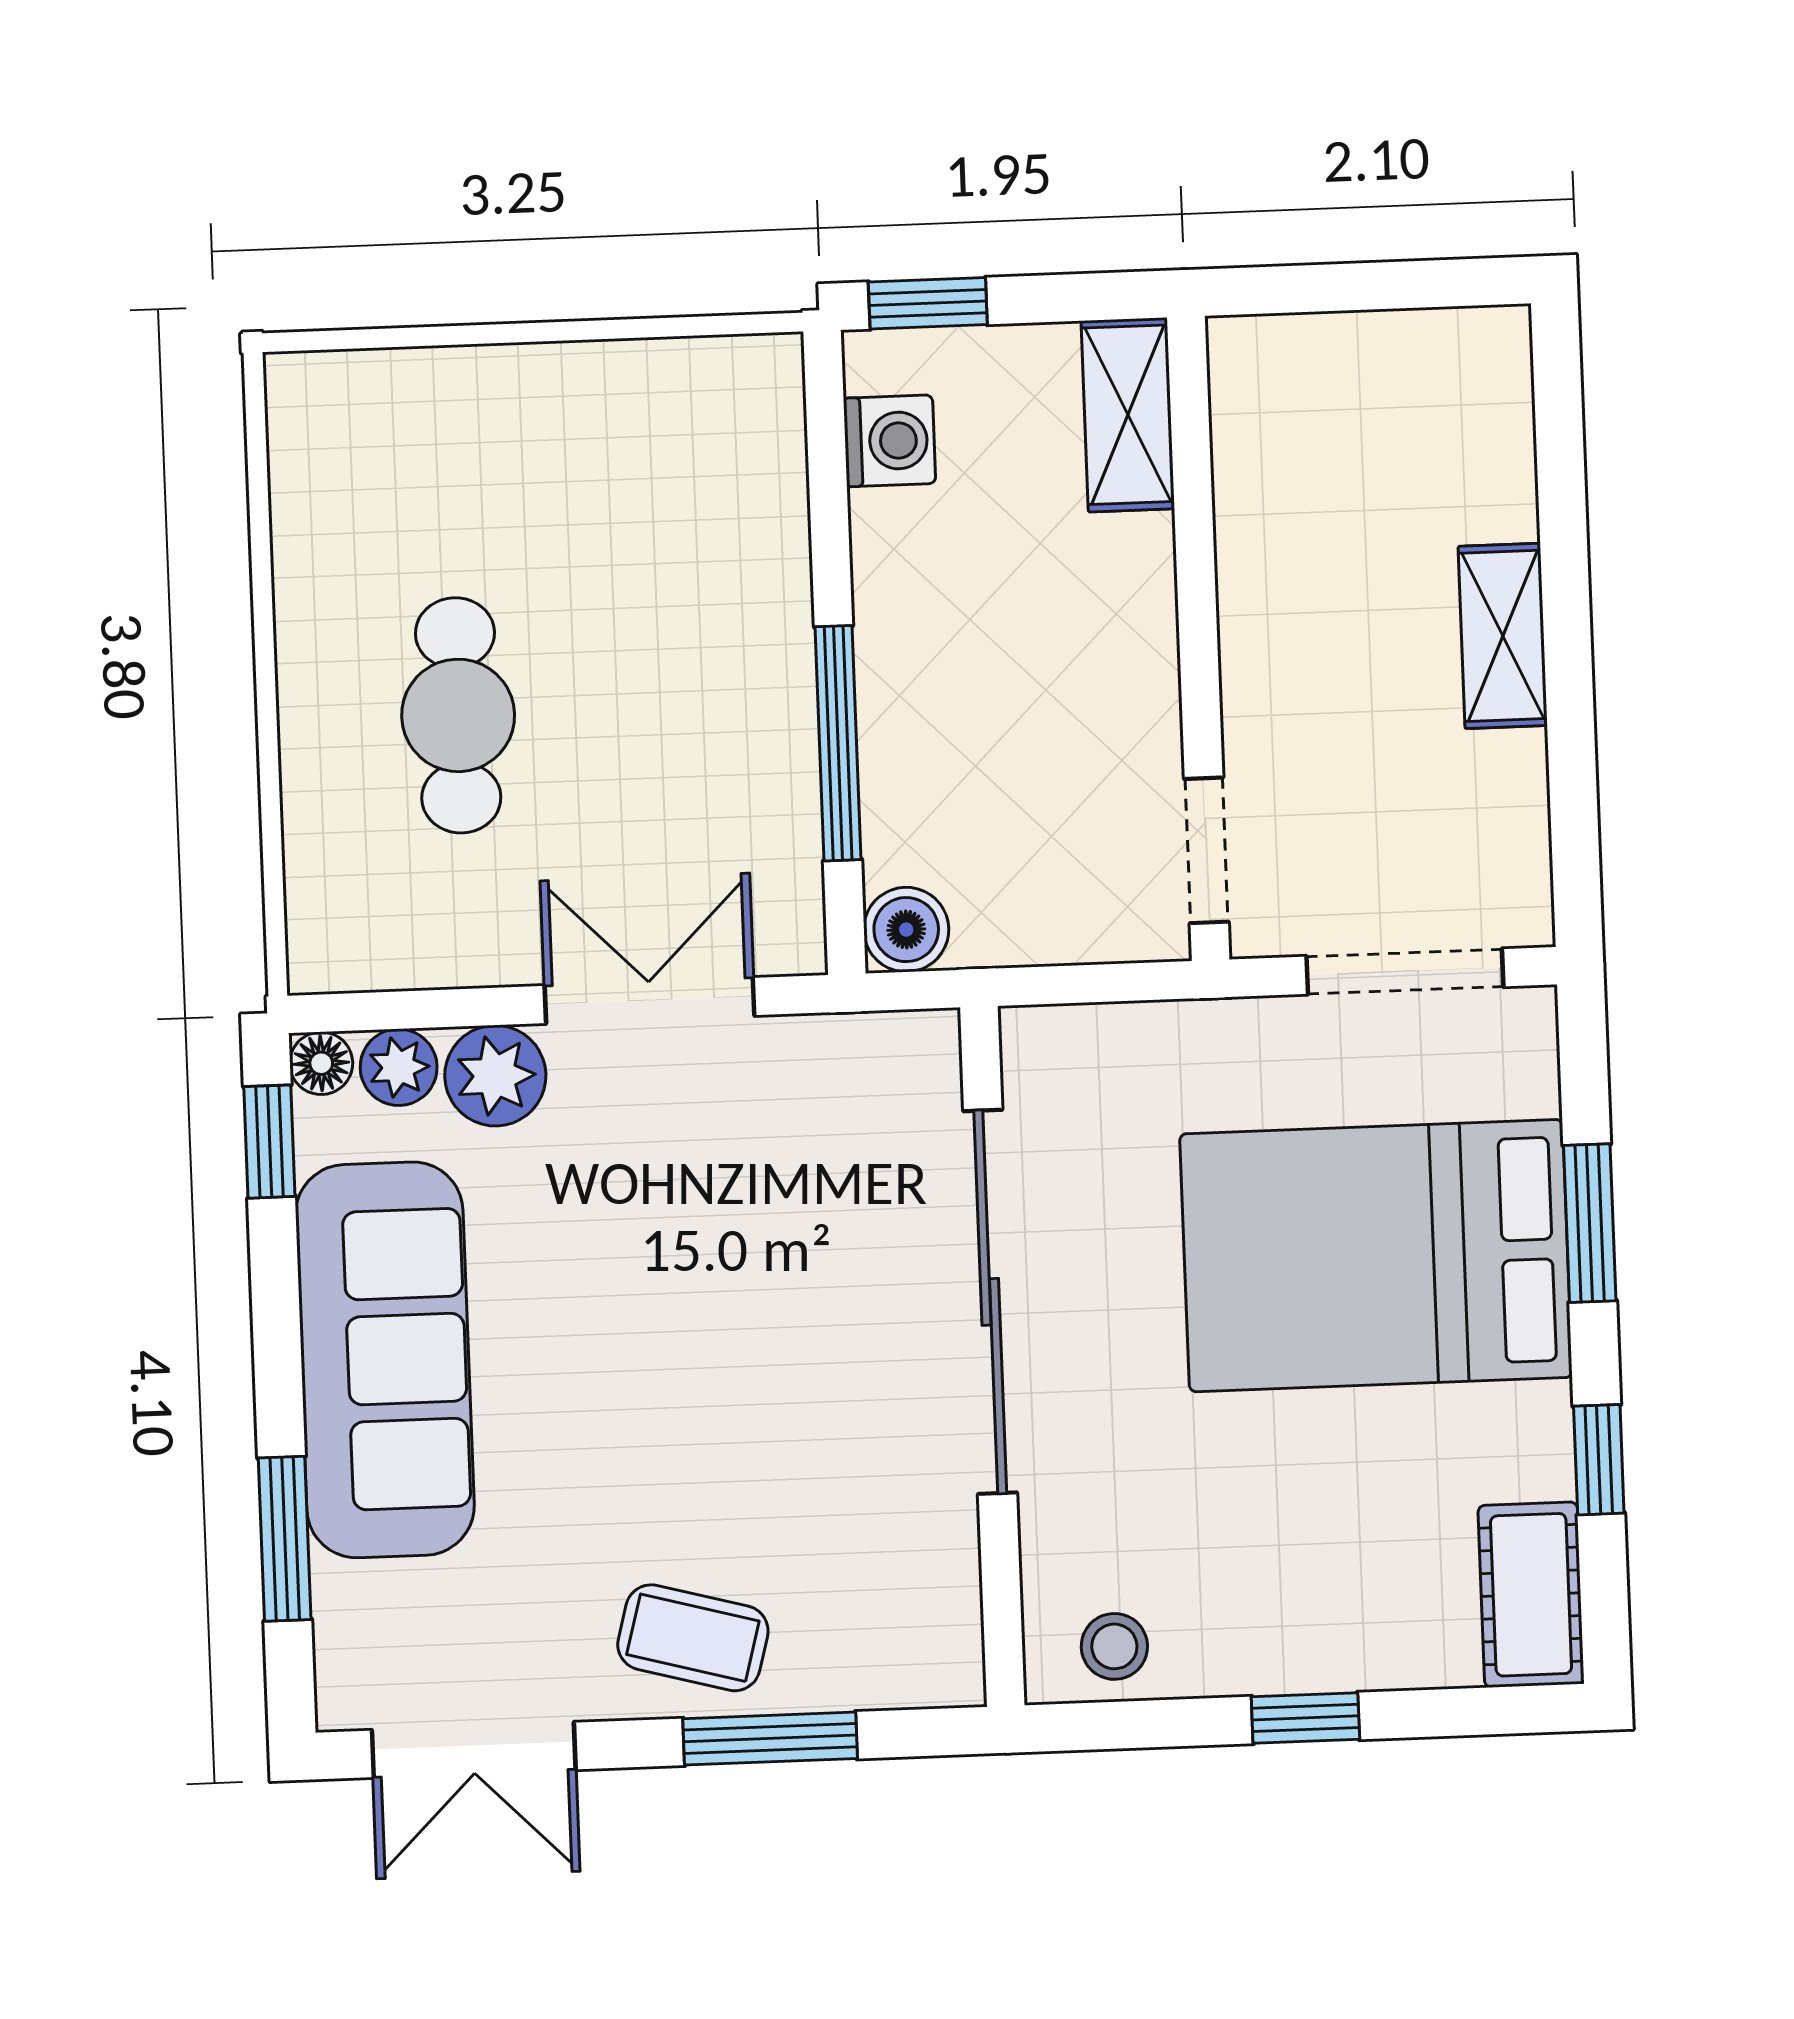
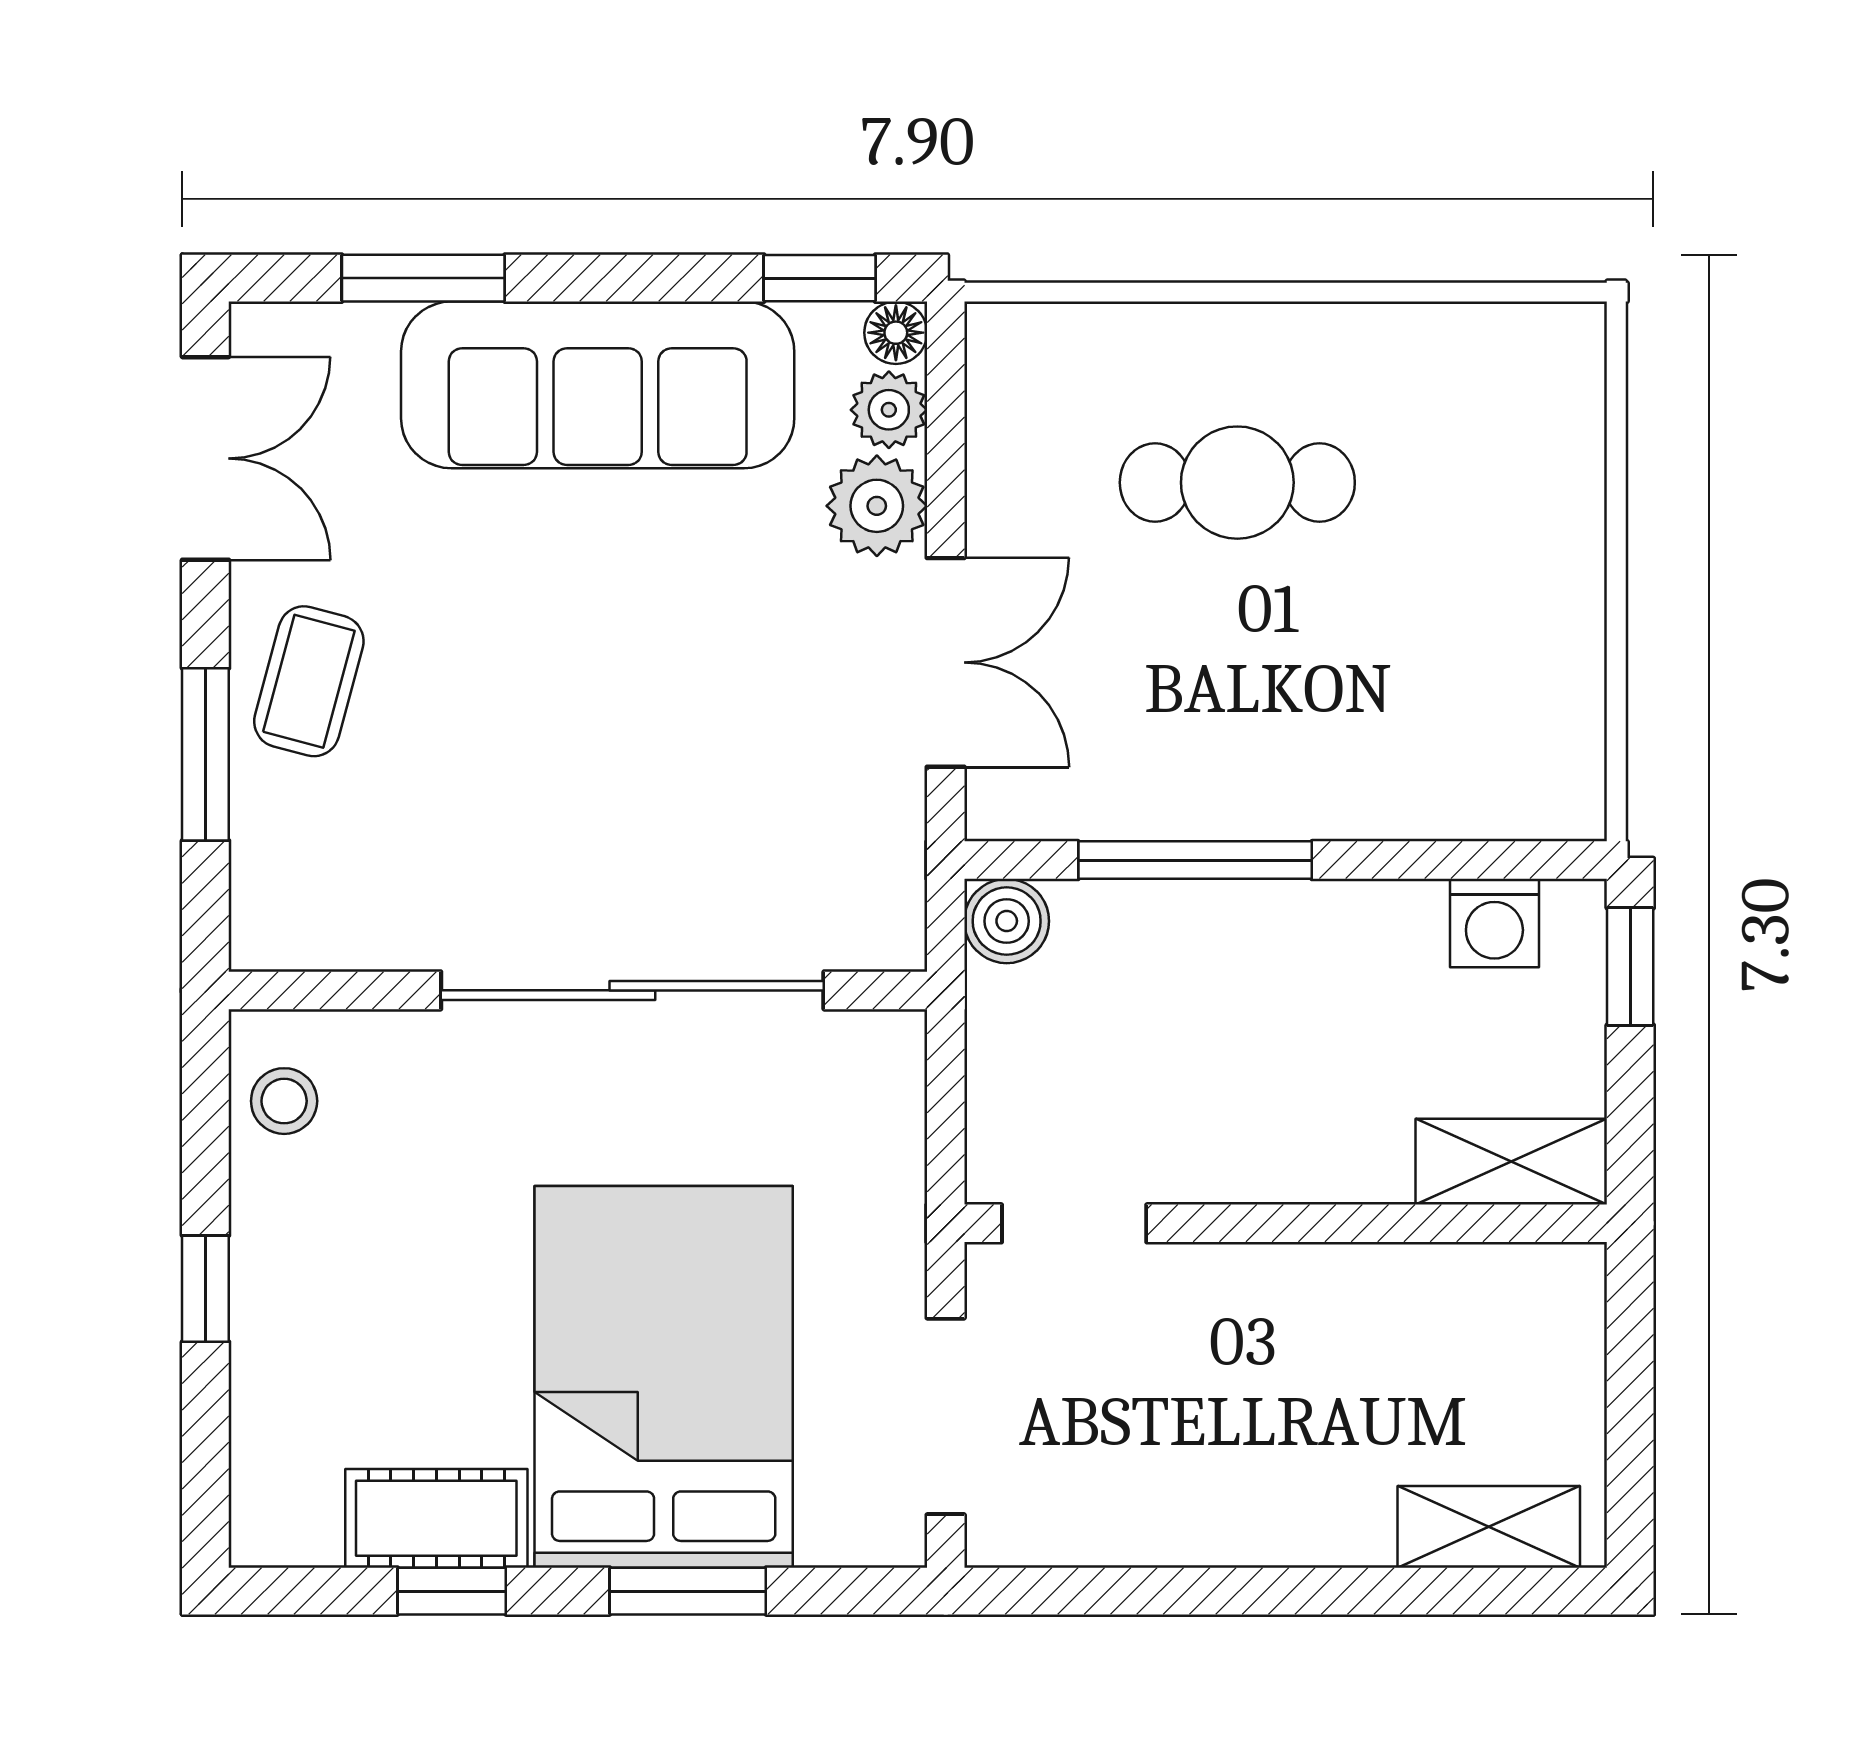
shelving: (1503, 636) -> (1489, 1527), moved
cot: (1531, 1595) -> (436, 1518), moved
double door: (474, 1750) -> (205, 458), swing flipped

